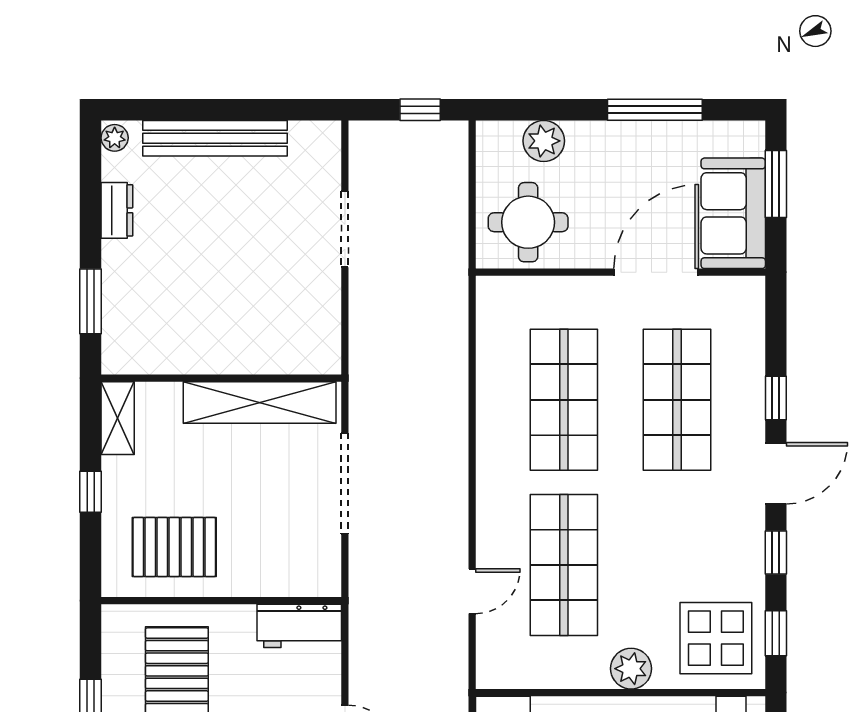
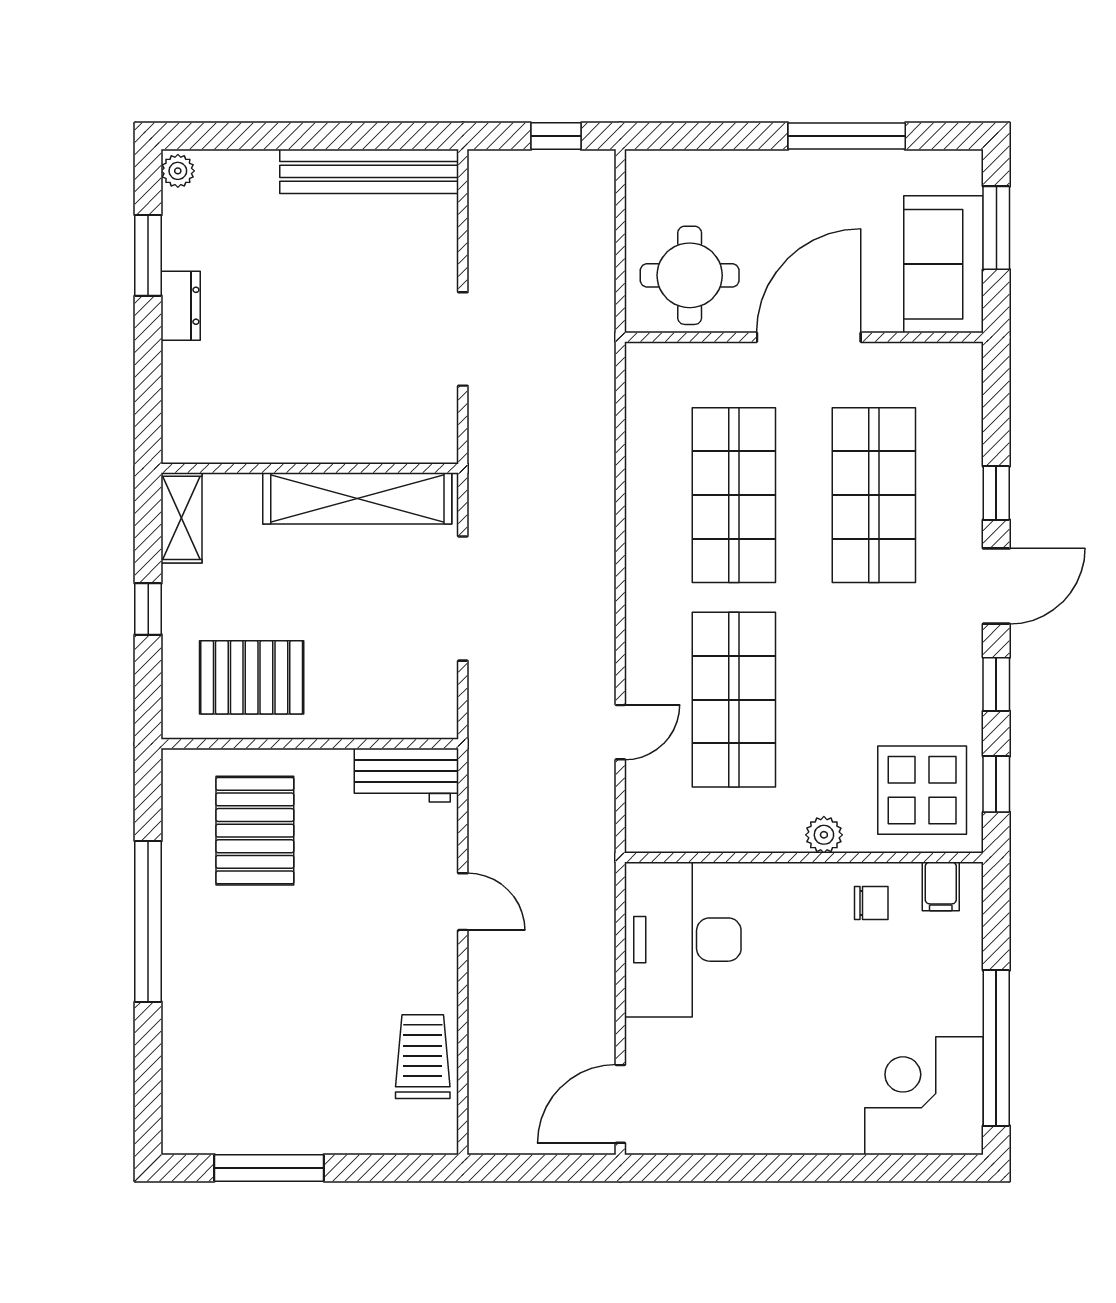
bench: (215, 138) -> (369, 171), moved
plant: (544, 141) -> (709, 175), removed
dresser: (117, 210) -> (181, 306), moved
doorway: (345, 229) -> (463, 339), moved
door: (656, 272) -> (809, 337), moved
window: (91, 301) -> (148, 255), moved
plant: (631, 669) -> (824, 835), width x0.73, depth x0.73

